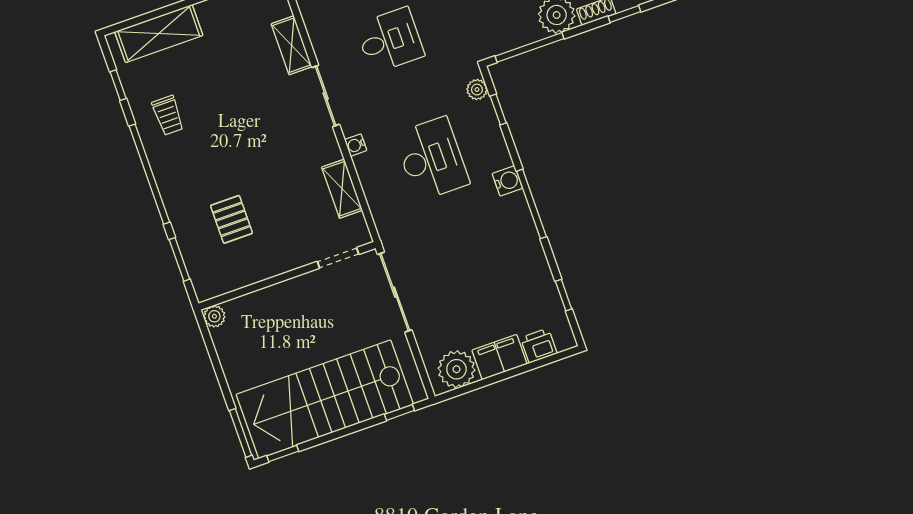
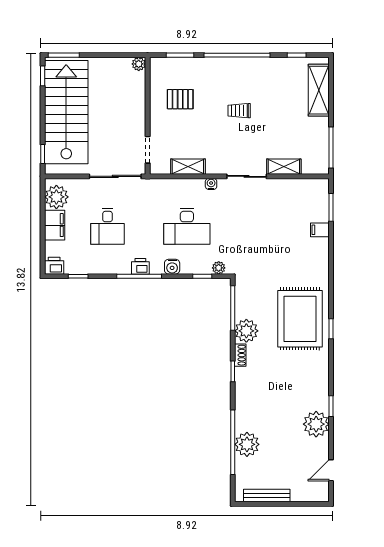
desk: (390, 40) -> (107, 226), moved
trolley: (168, 115) -> (239, 111), moved
water cooler: (507, 181) -> (172, 267), moved
printer: (516, 207) -> (140, 266), added
pallet: (231, 219) -> (180, 99), moved
printer: (539, 346) -> (54, 266), moved, turned -90

